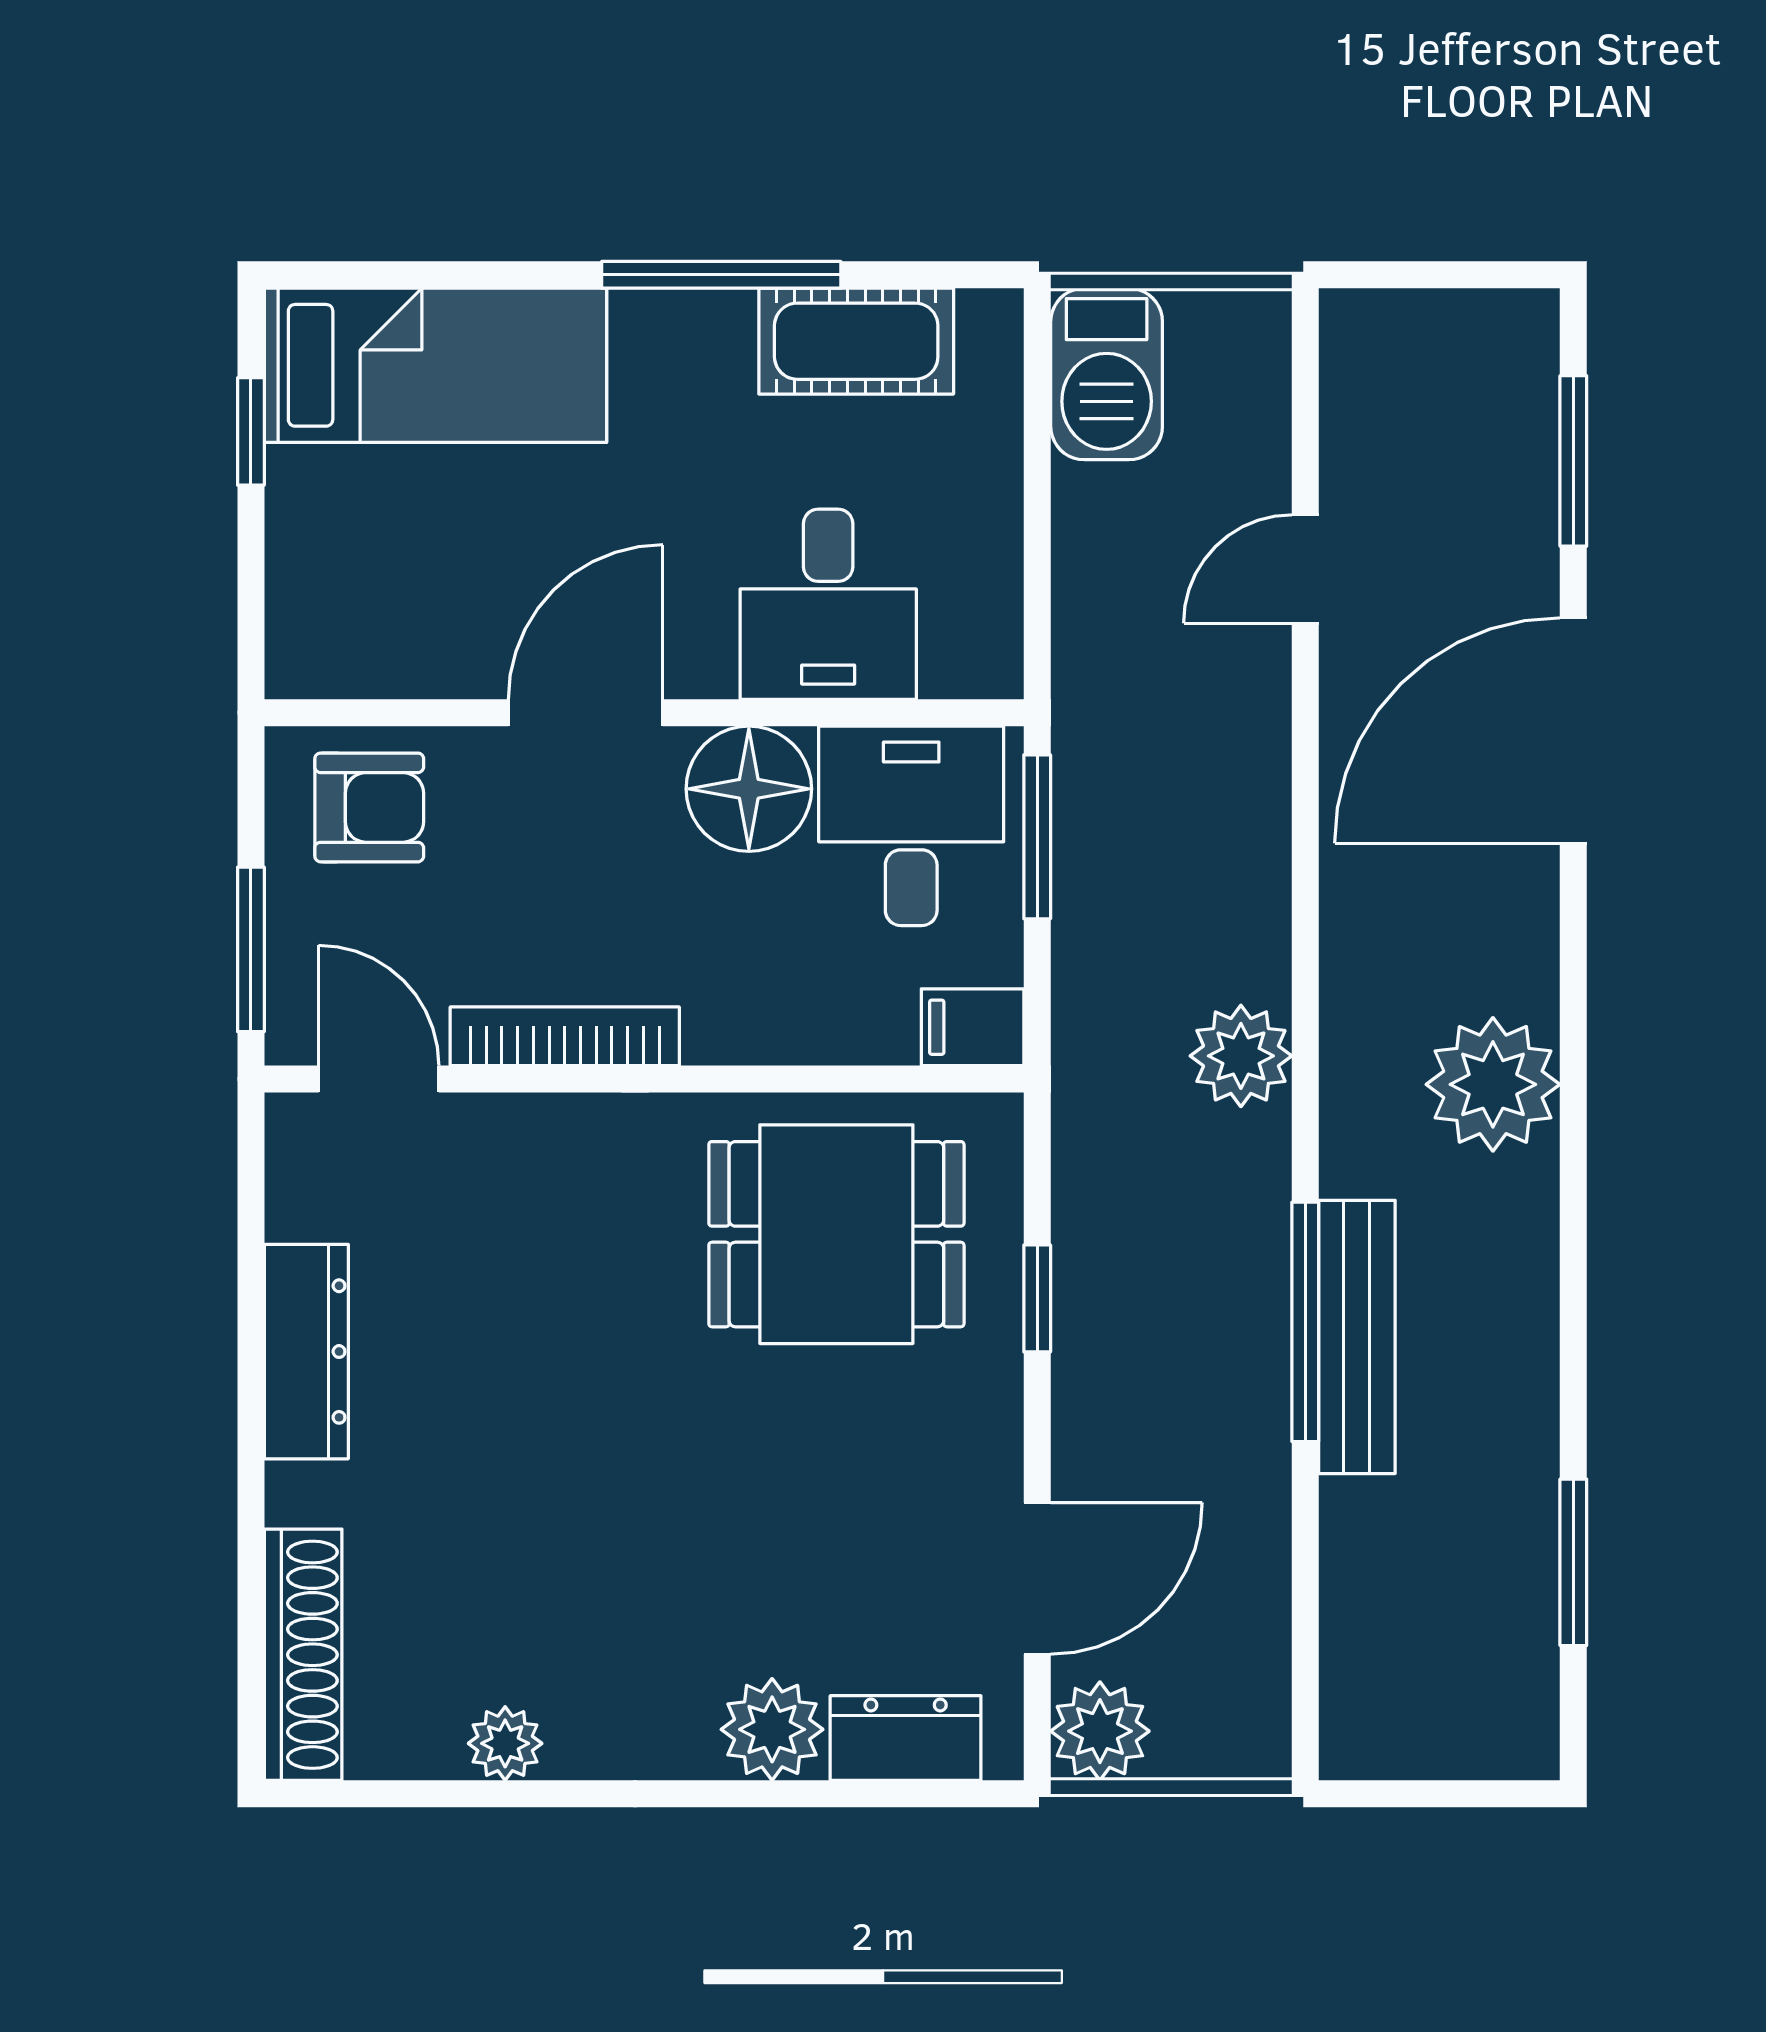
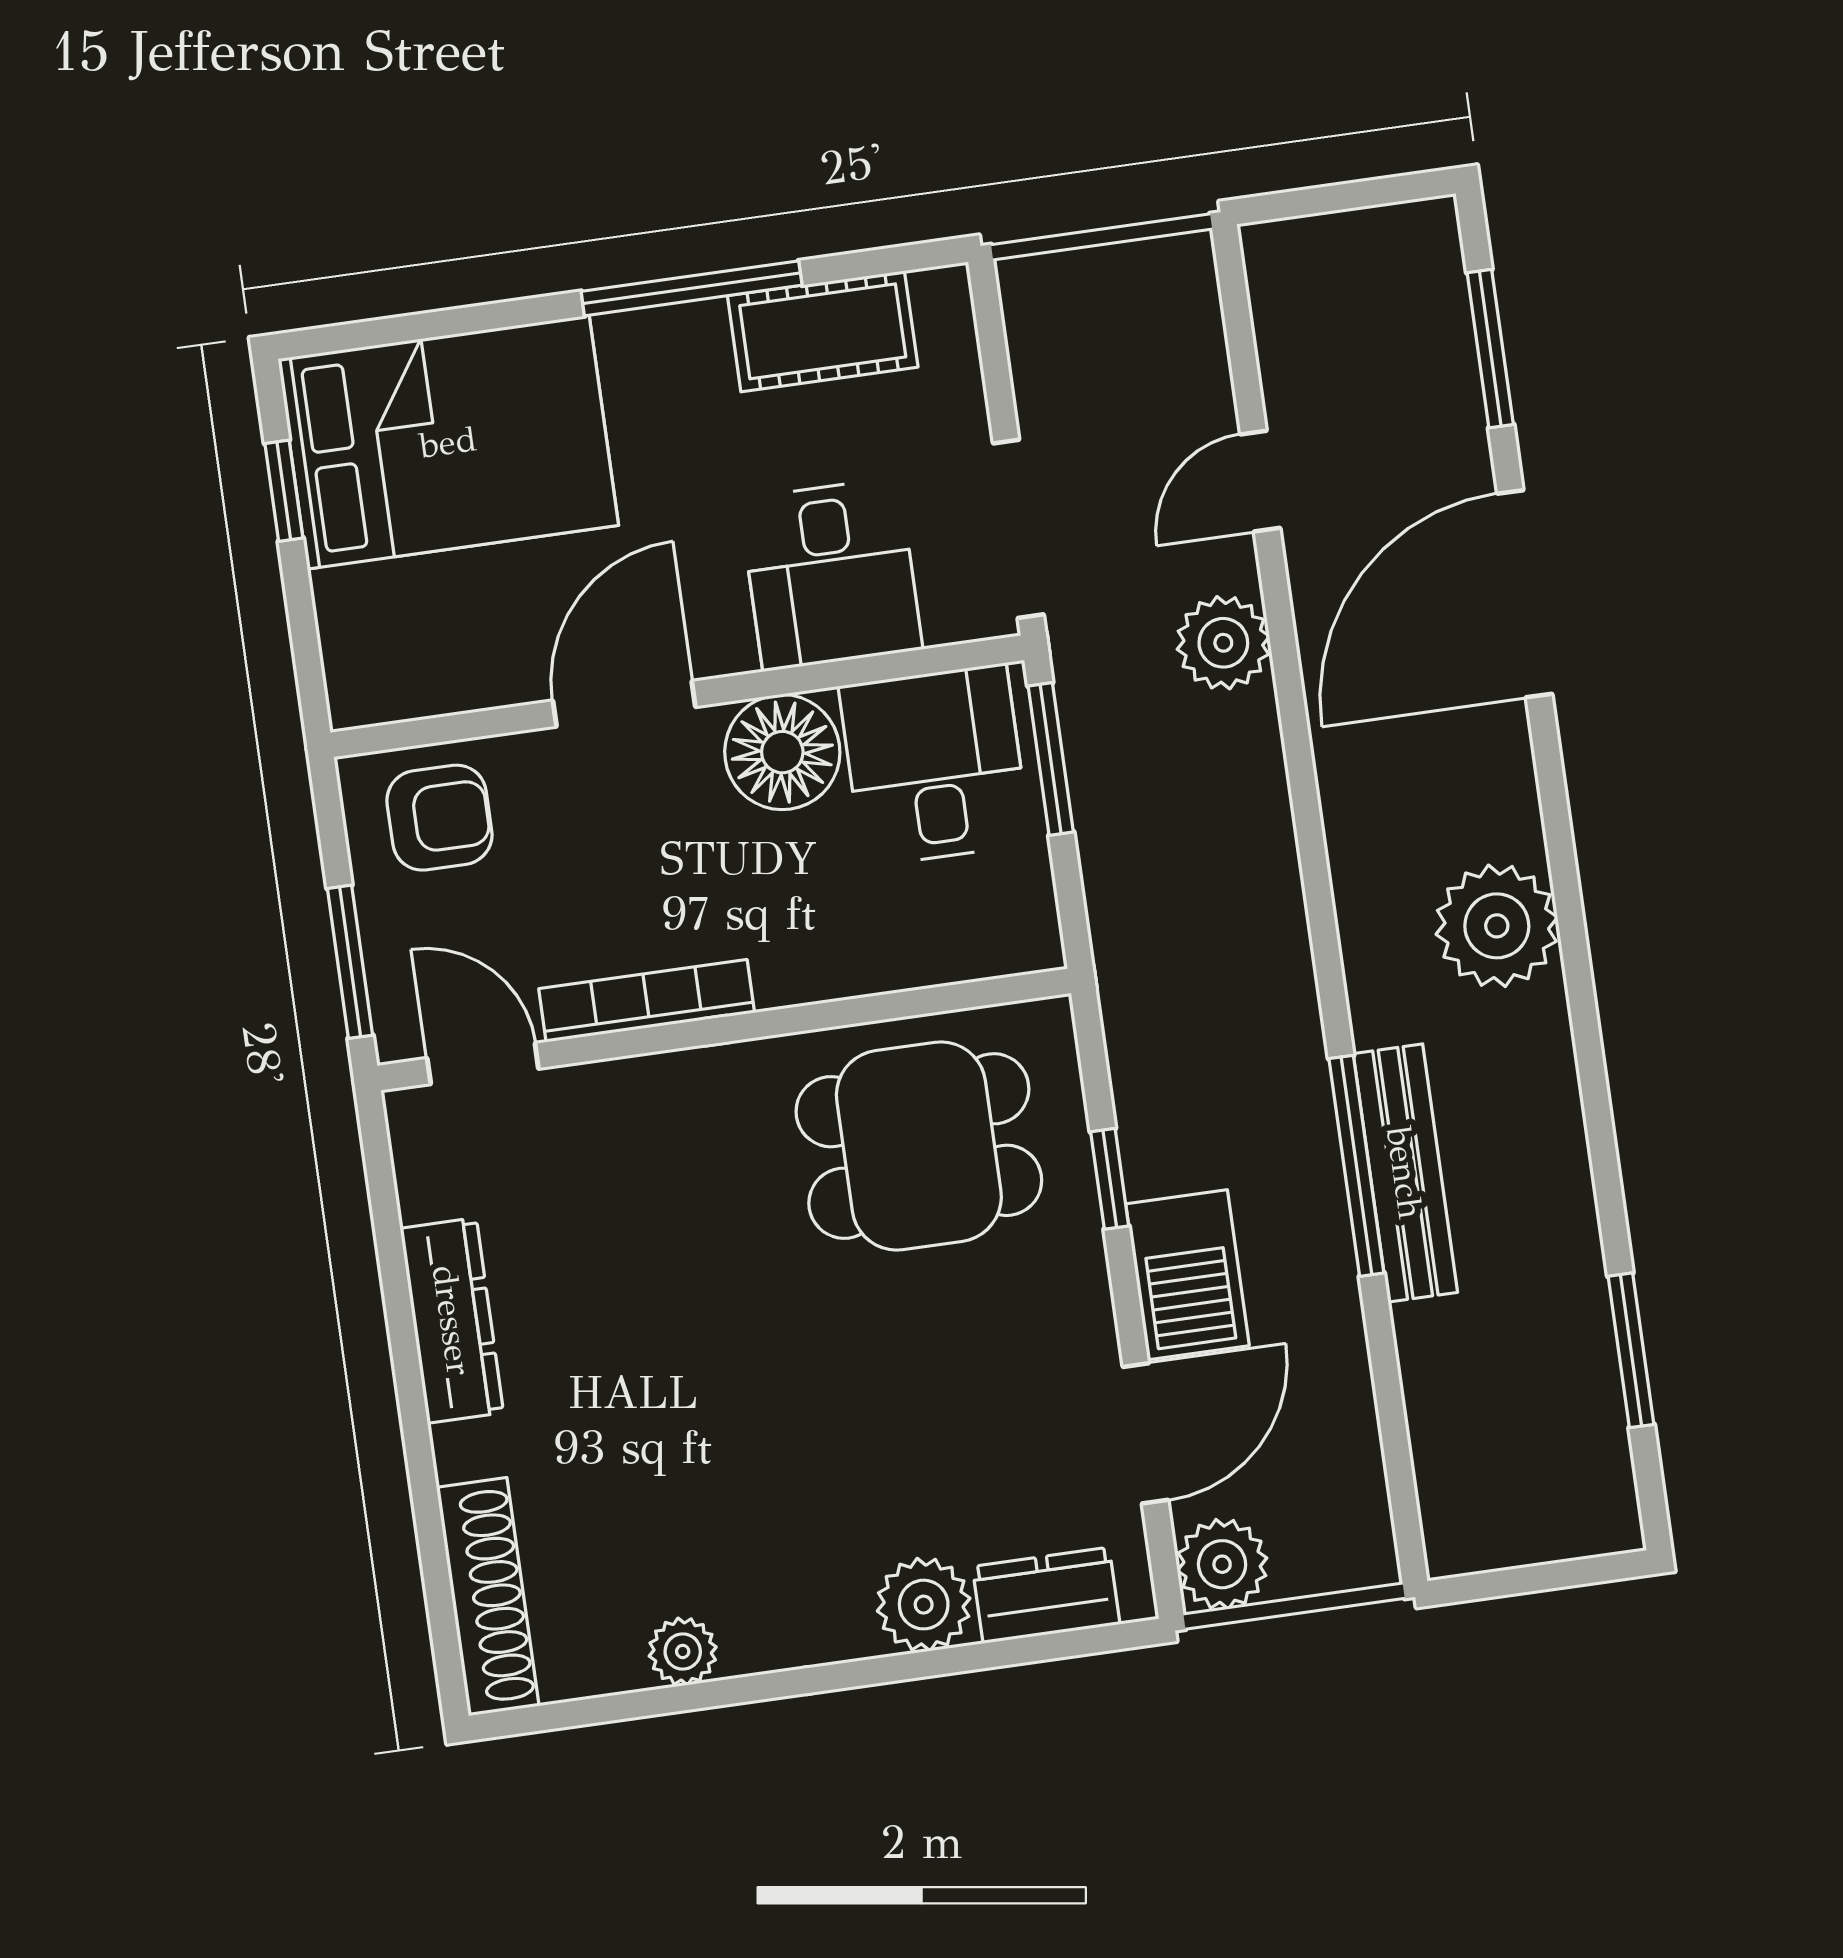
bed: (436, 365) -> (448, 442), width x1.50
barbecue: (1107, 374) -> (1188, 1275), moved
doorway: (1037, 584) -> (1018, 529), added
filing cabinet: (973, 1027) -> (1016, 940), removed
plant: (1241, 1056) -> (1223, 643), moved

